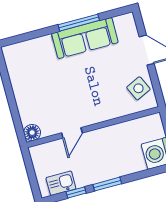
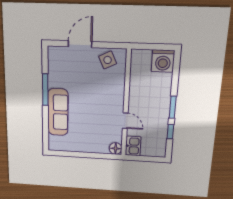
sofa: (85, 38) -> (58, 112), moved
kitchen sink: (61, 183) -> (133, 146), moved, turned 180

